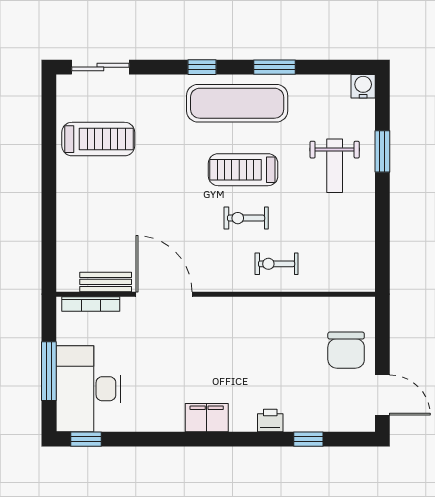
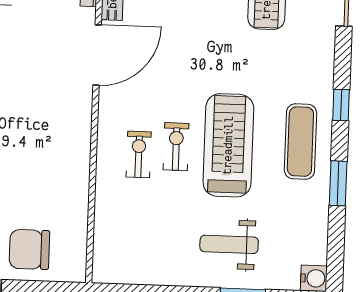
exercise mat: (237, 103) -> (300, 142), width x0.73, depth x0.69
treadmill: (243, 170) -> (228, 145), width x1.37, depth x1.38
exercise bike: (277, 264) -> (139, 154), moved

